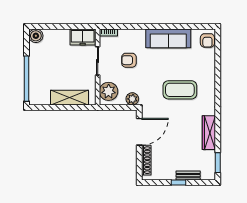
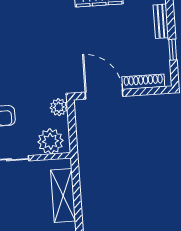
coffee table: (180, 90) -> (41, 41), removed
window: (179, 183) -> (173, 50), moved

